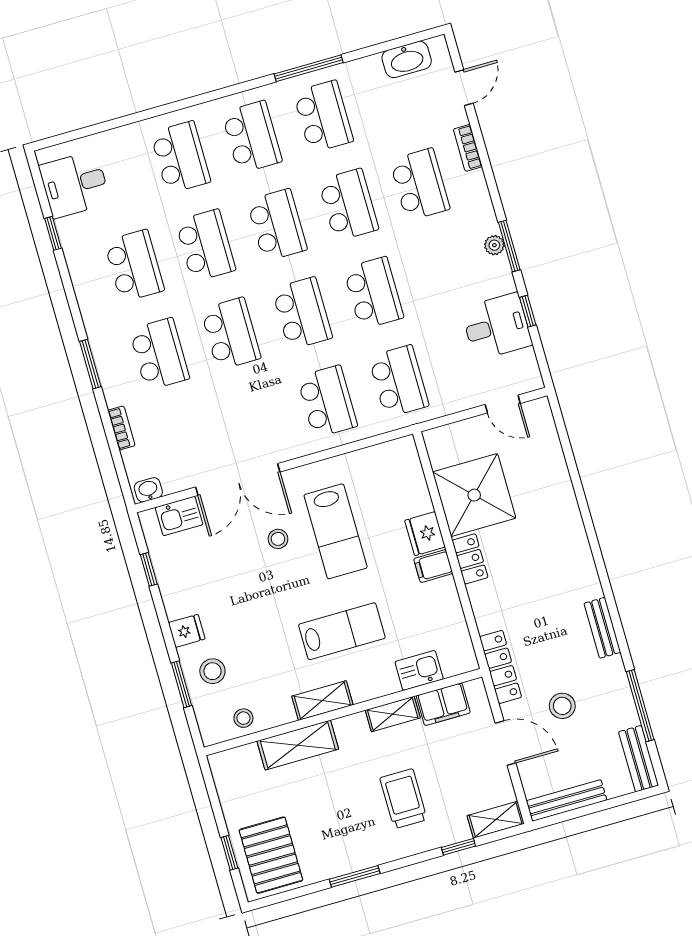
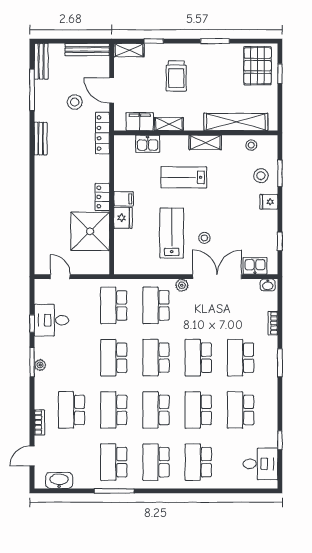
plant: (293, 448) -> (182, 285), added
shelving: (298, 745) -> (236, 122), width x1.47

